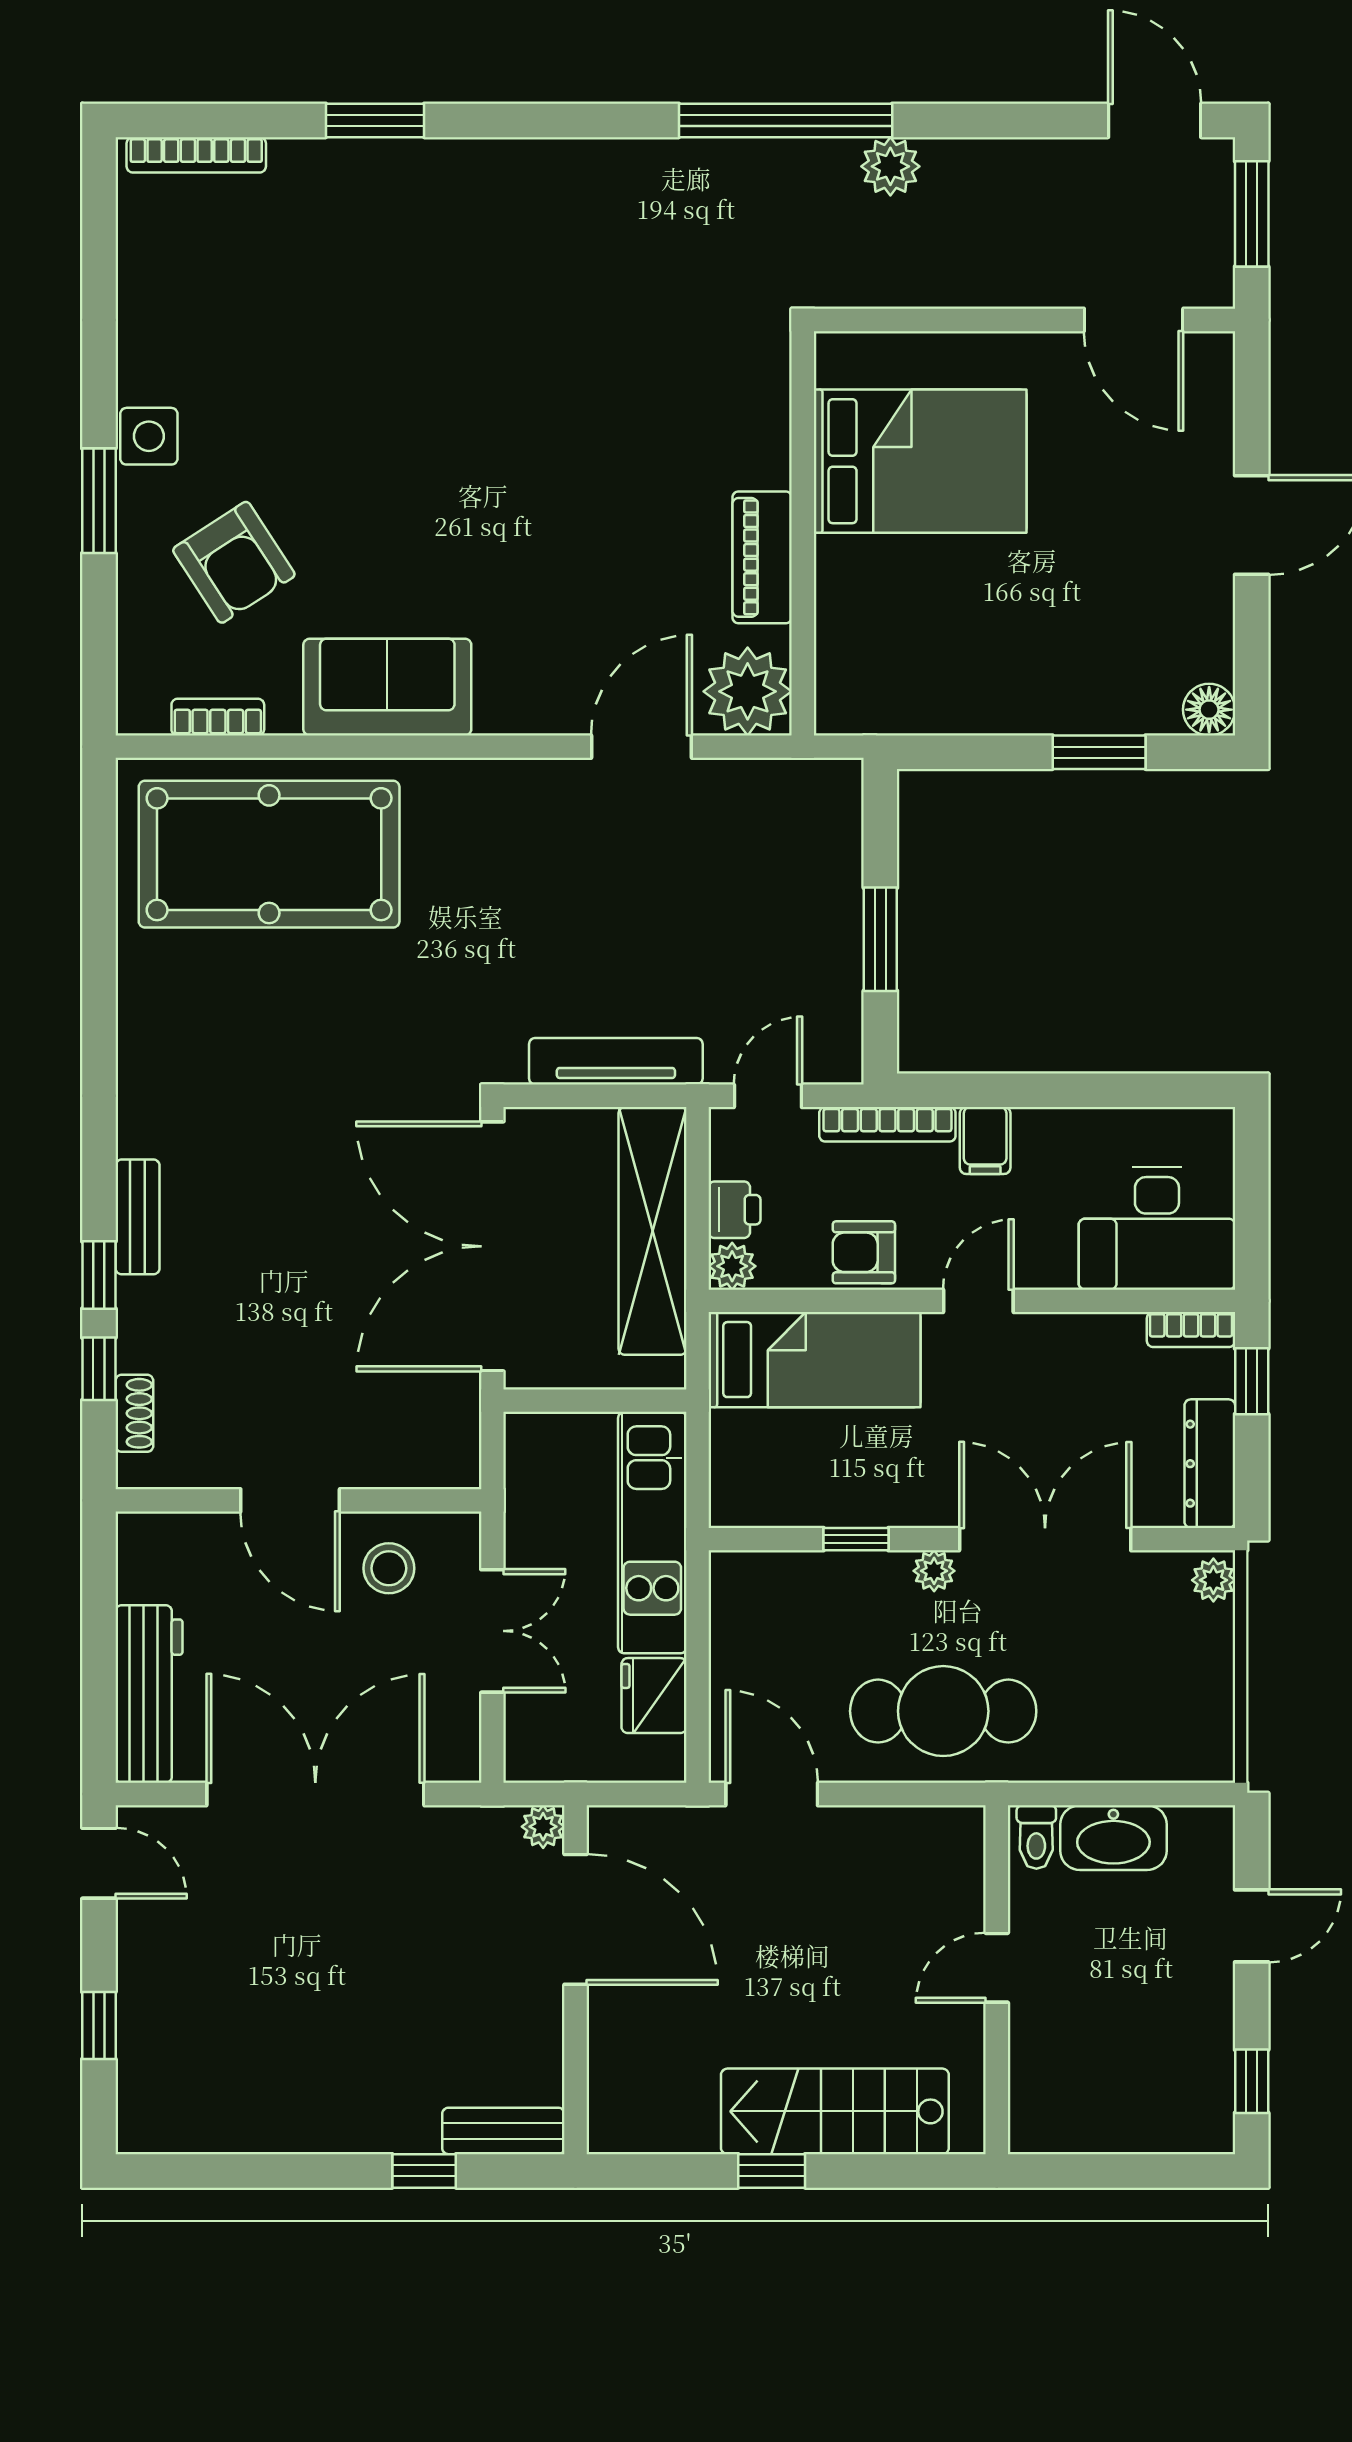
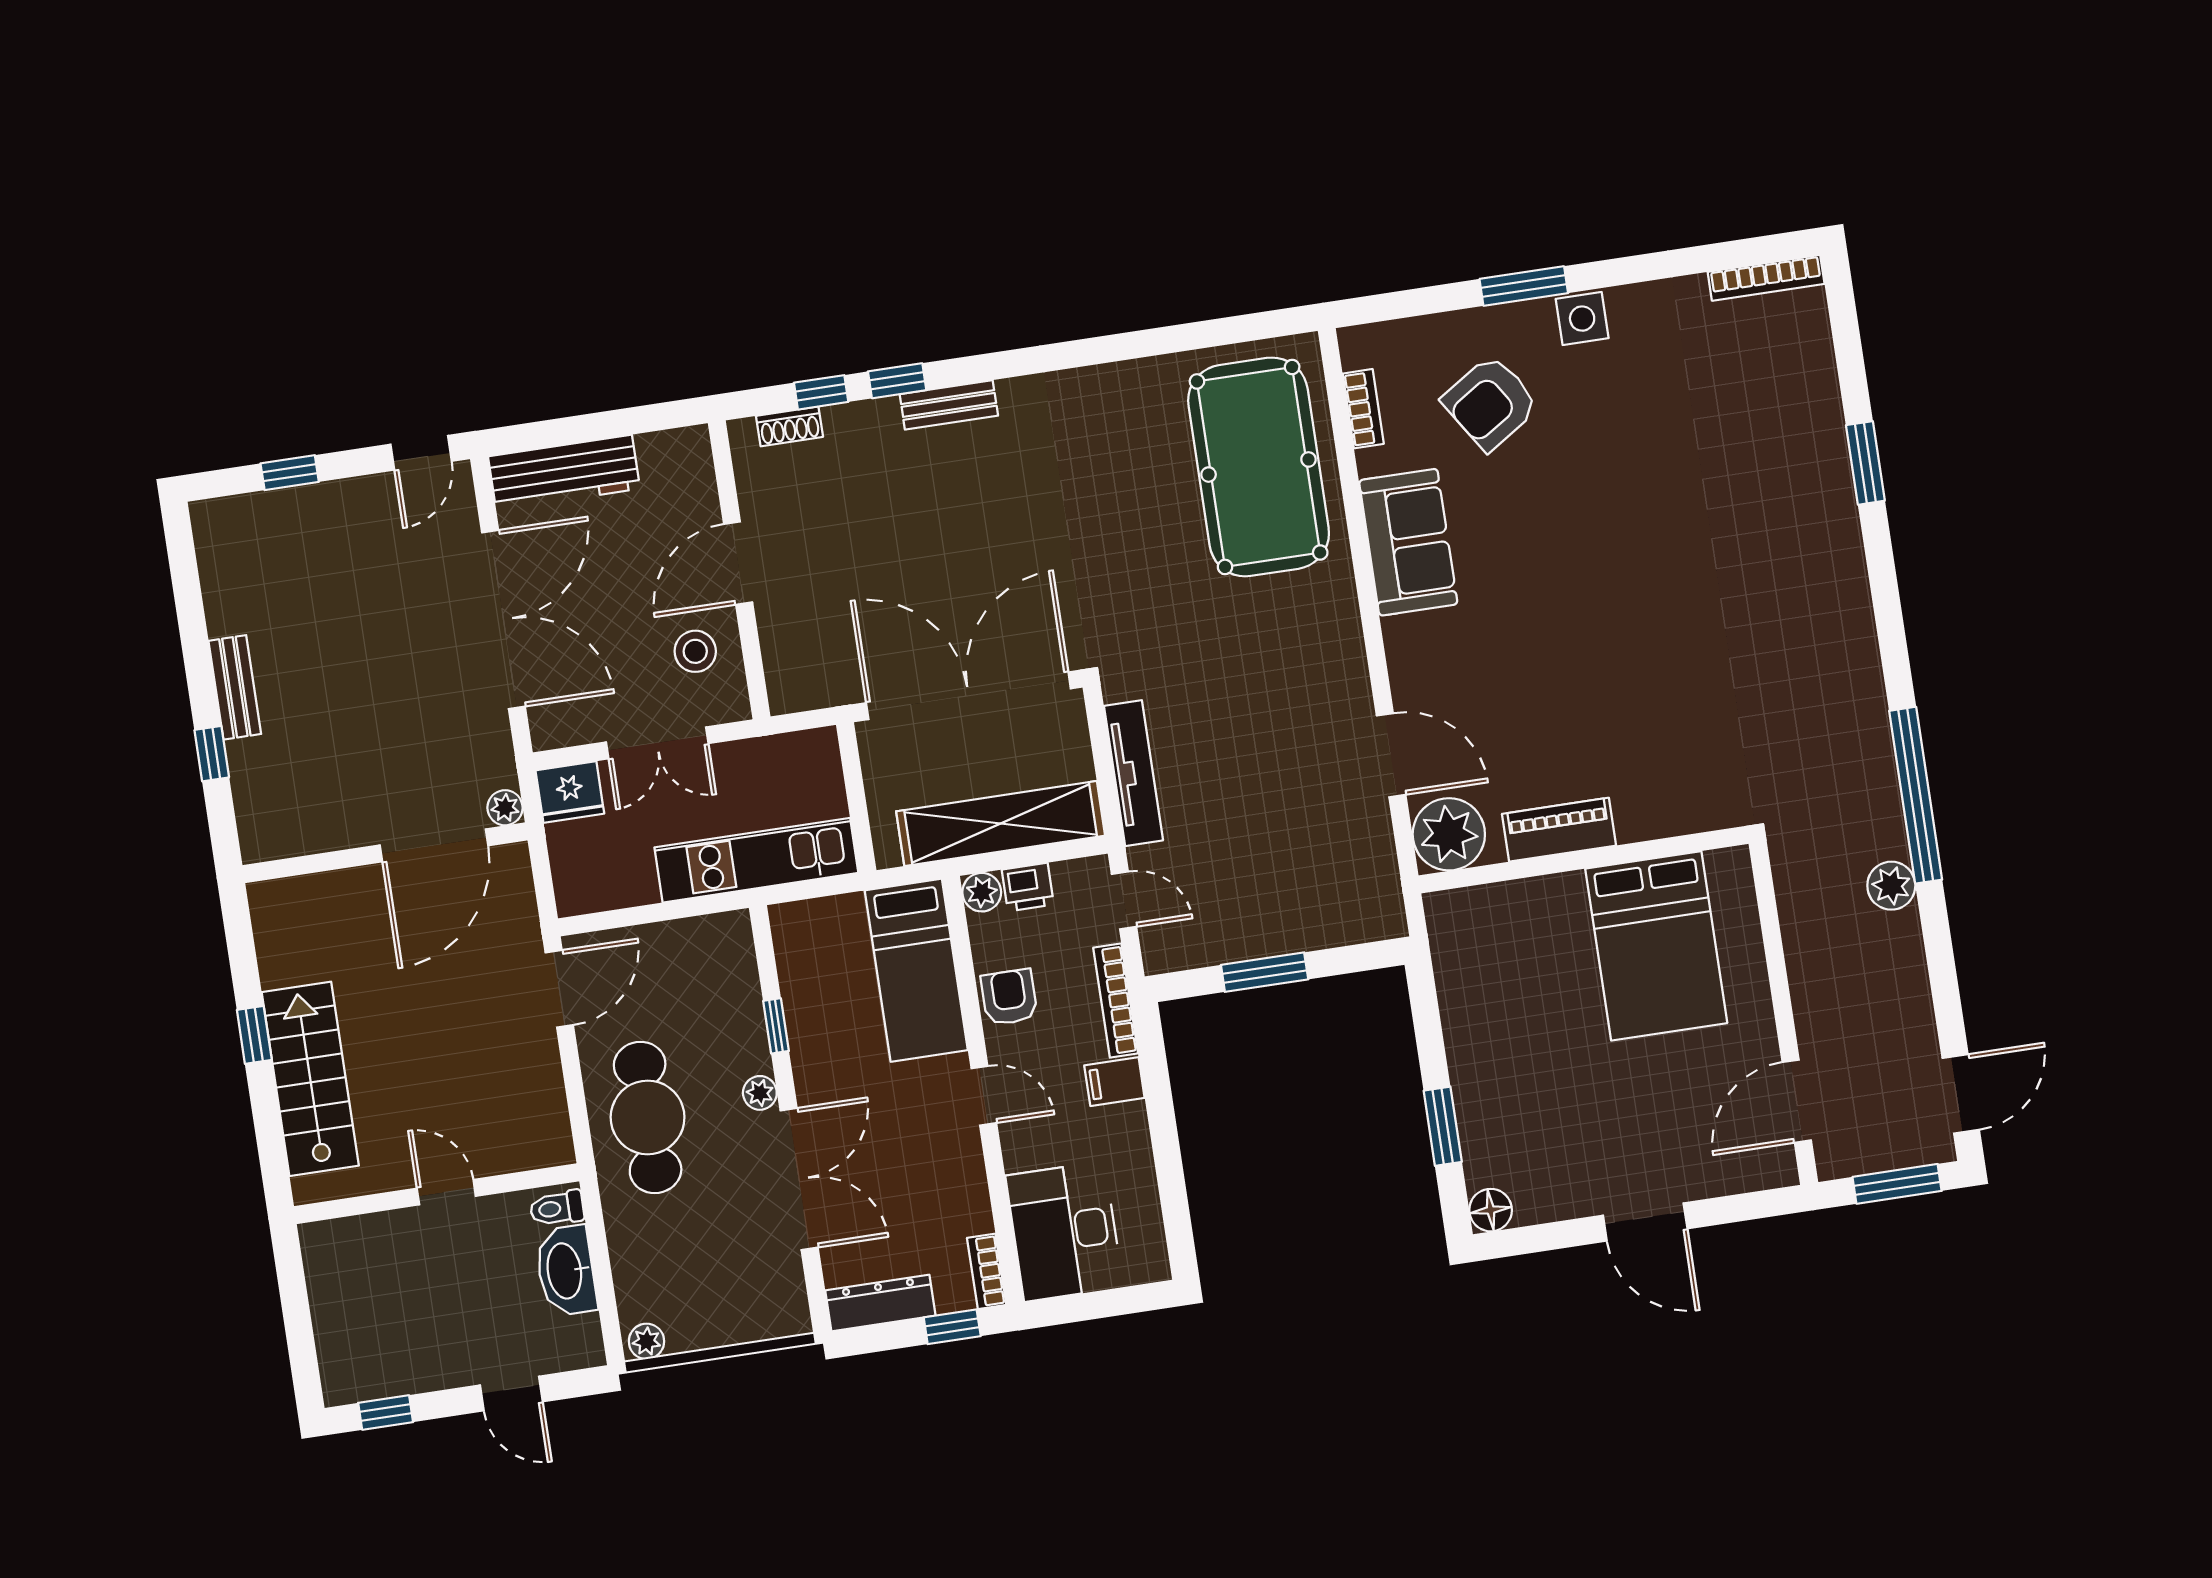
bookcase: (196, 155) -> (1766, 278), moved, turned -90
plant: (1213, 1580) -> (646, 1341), moved
fridge: (654, 1696) -> (570, 792), moved, turned 180
bench: (503, 2131) -> (235, 687), moved

